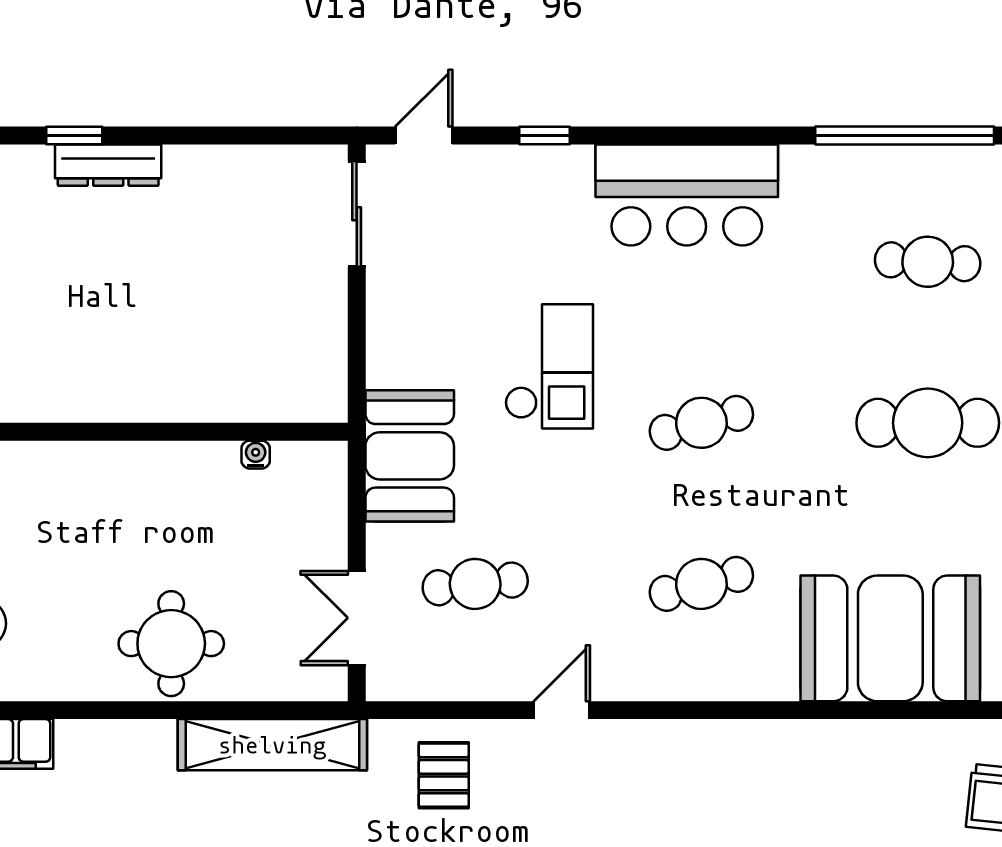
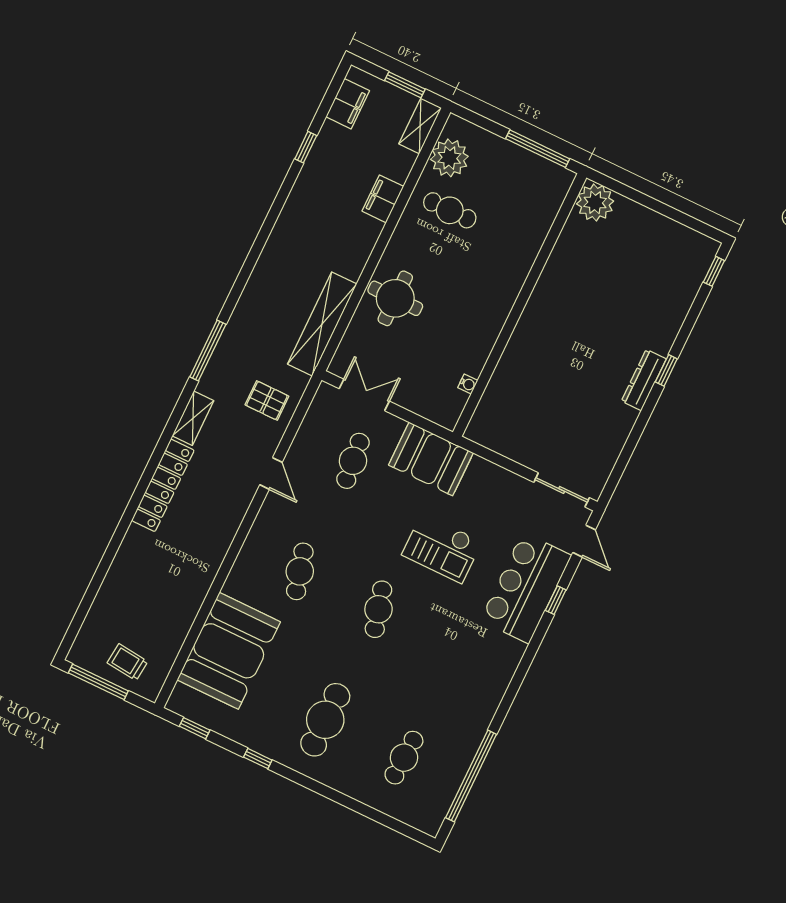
bar counter: (687, 195) -> (526, 588), moved

